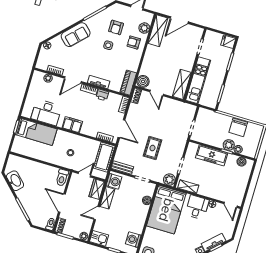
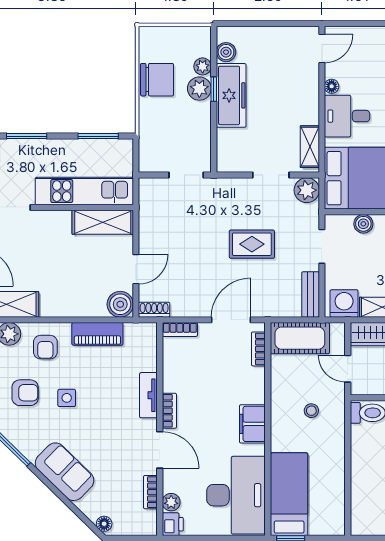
piano: (128, 83) -> (97, 334), moved
printer: (102, 95) -> (173, 524), moved
desk: (46, 112) -> (236, 495), width x1.36, depth x1.30
freezer: (212, 155) -> (231, 95), moved

